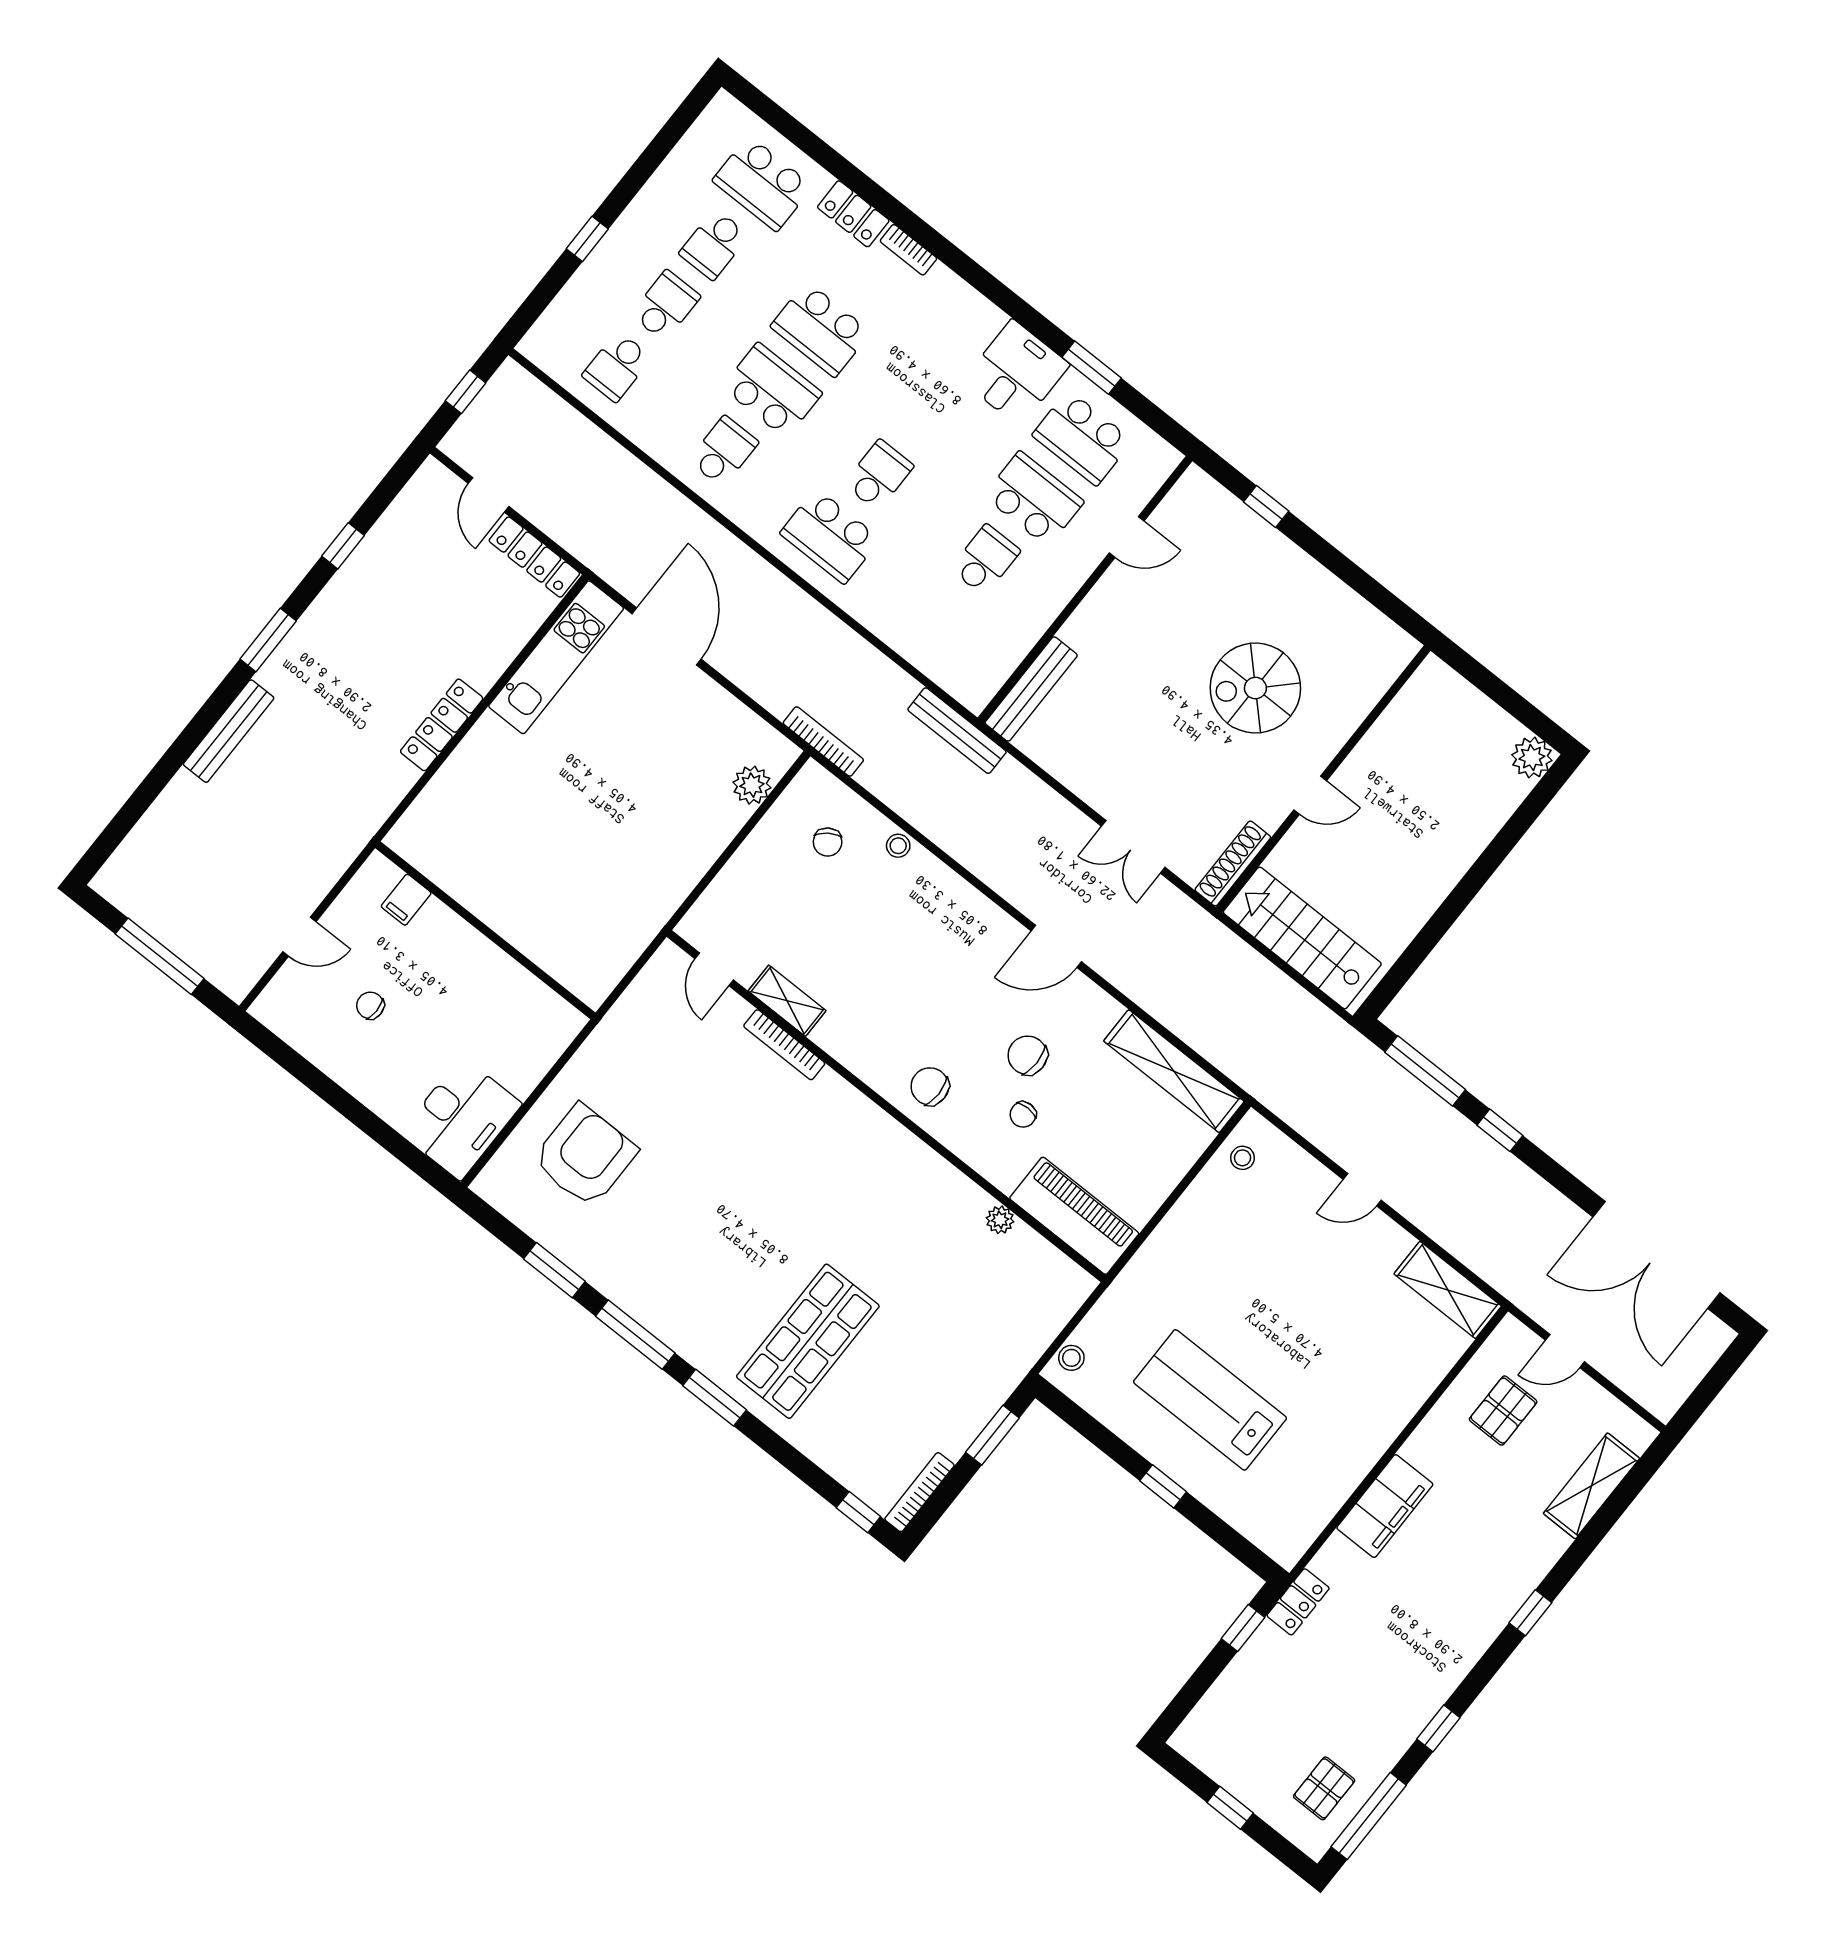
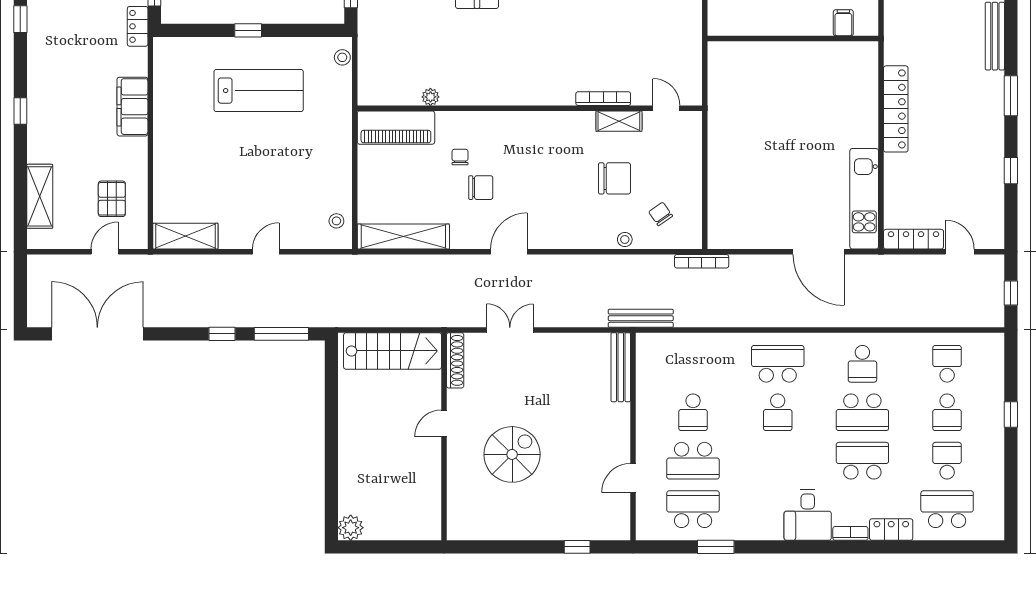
desk: (1016, 373) -> (808, 515), moved
locker: (442, 725) -> (896, 109), width x1.41, depth x1.21
plant: (752, 785) -> (719, 212), removed
chair: (930, 1086) -> (615, 178), moved, width x1.37, depth x1.37

